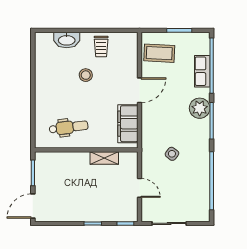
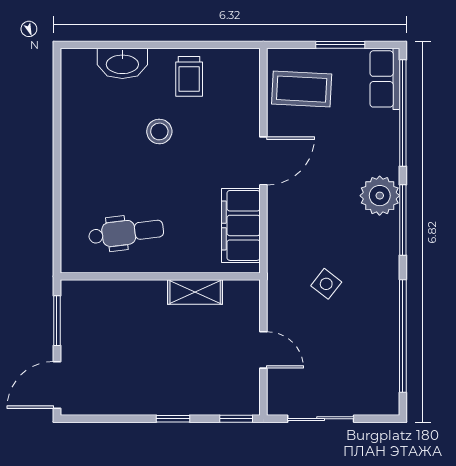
row of seats: (202, 71) -> (385, 79), moved

